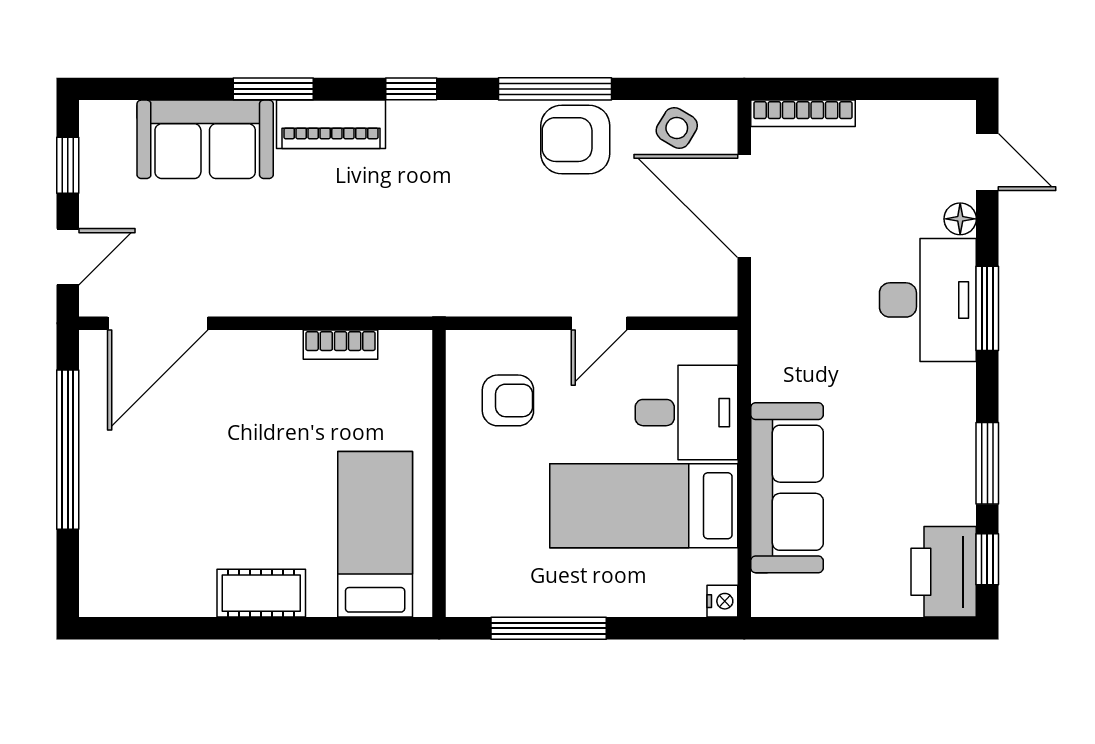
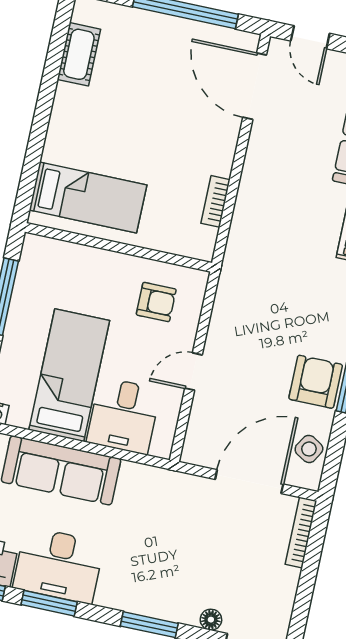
desk: (928, 300) -> (59, 565), moved
door: (599, 323) -> (194, 372), hinge flipped
armchair: (508, 400) -> (156, 302), turned -90
cot: (261, 593) -> (79, 54), moved

